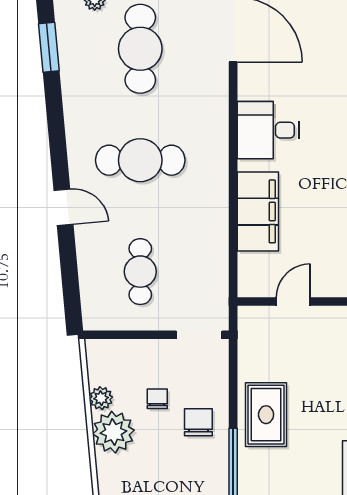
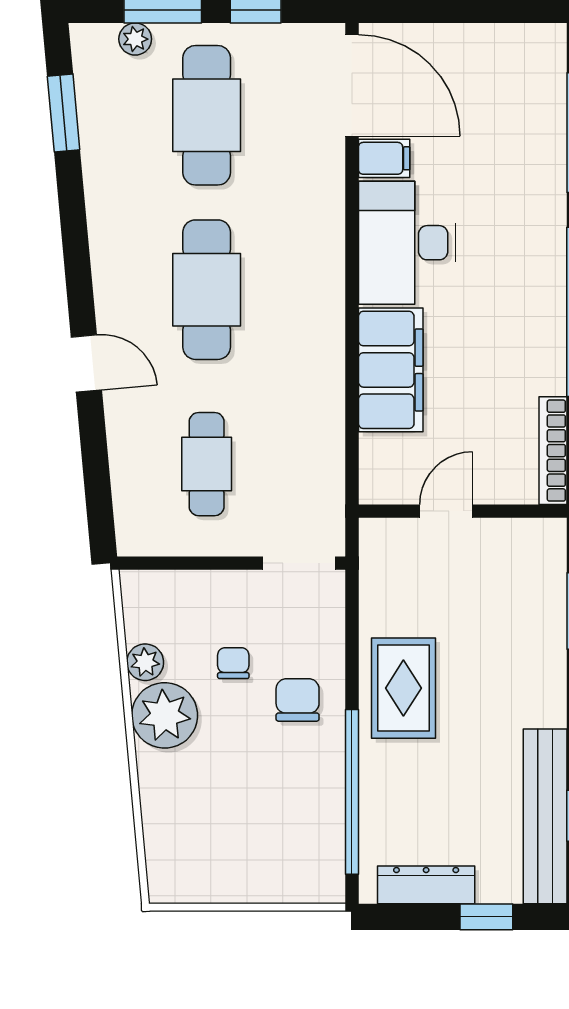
filing cabinet: (254, 76) -> (384, 158), added
desk: (268, 130) -> (407, 243), width x1.37
cafe table: (140, 160) -> (207, 290), turned 90

